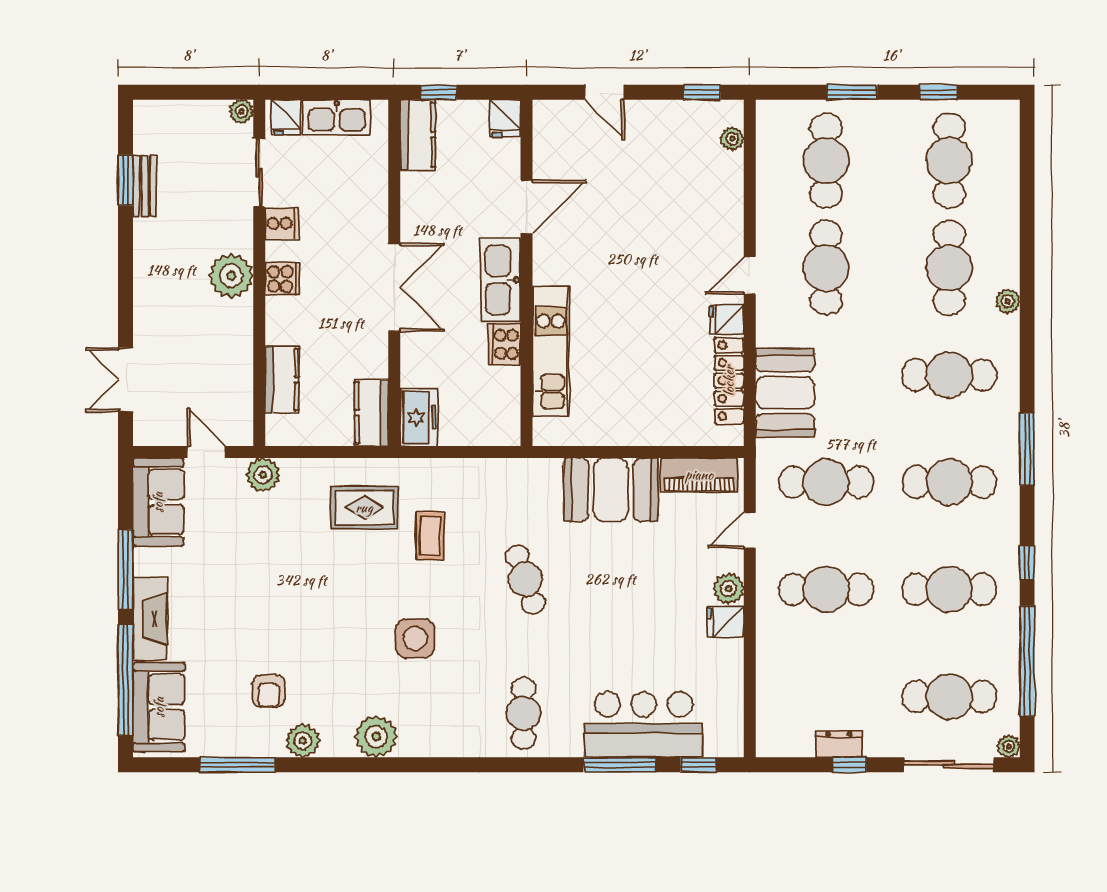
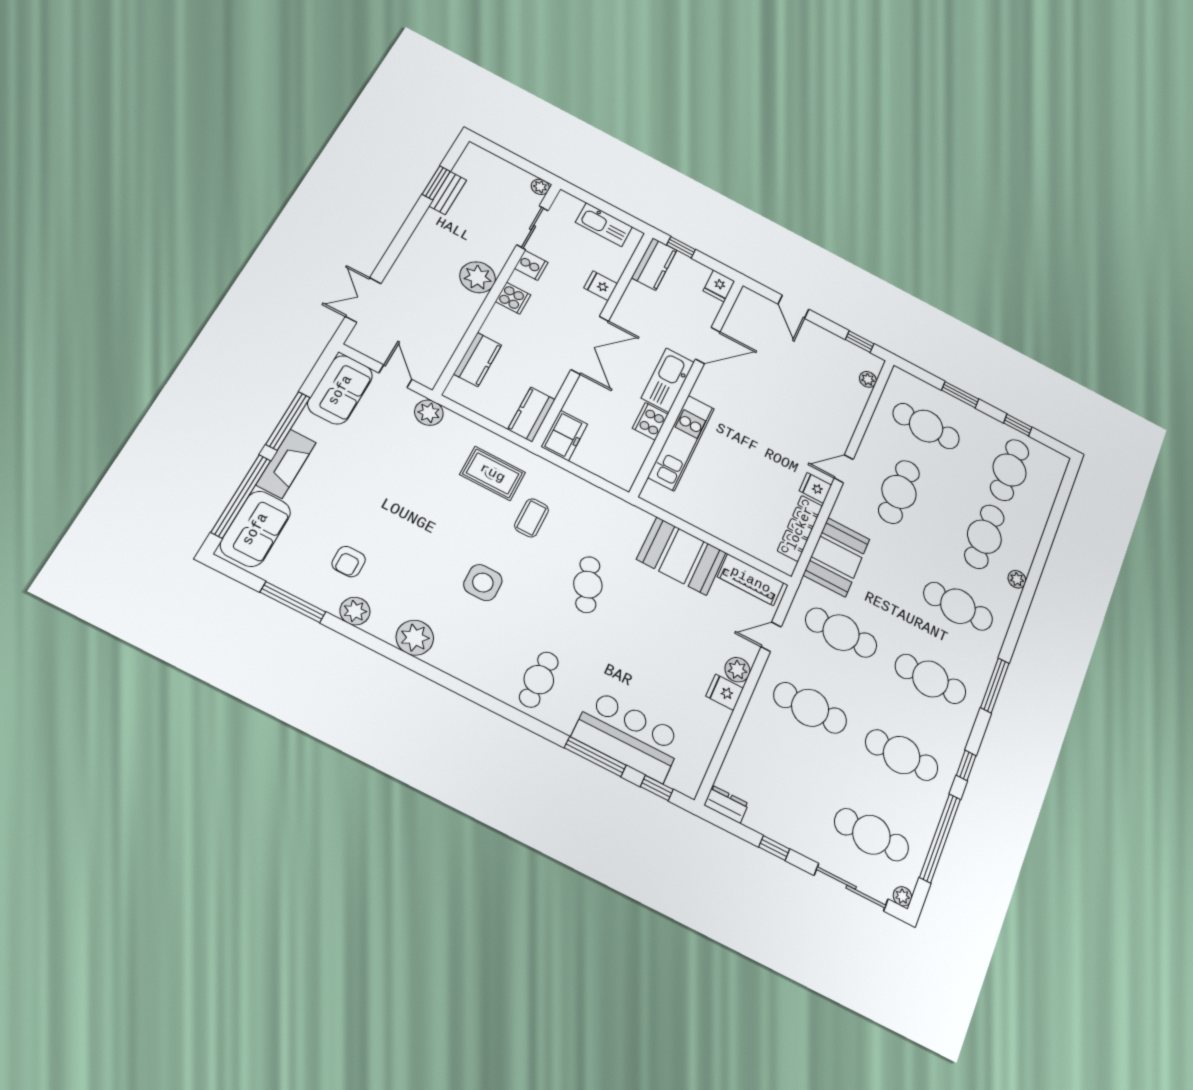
fridge: (286, 117) -> (601, 286), moved, turned 90
cafe table: (826, 161) -> (926, 426), turned 90
dresser: (839, 744) -> (726, 804), moved

